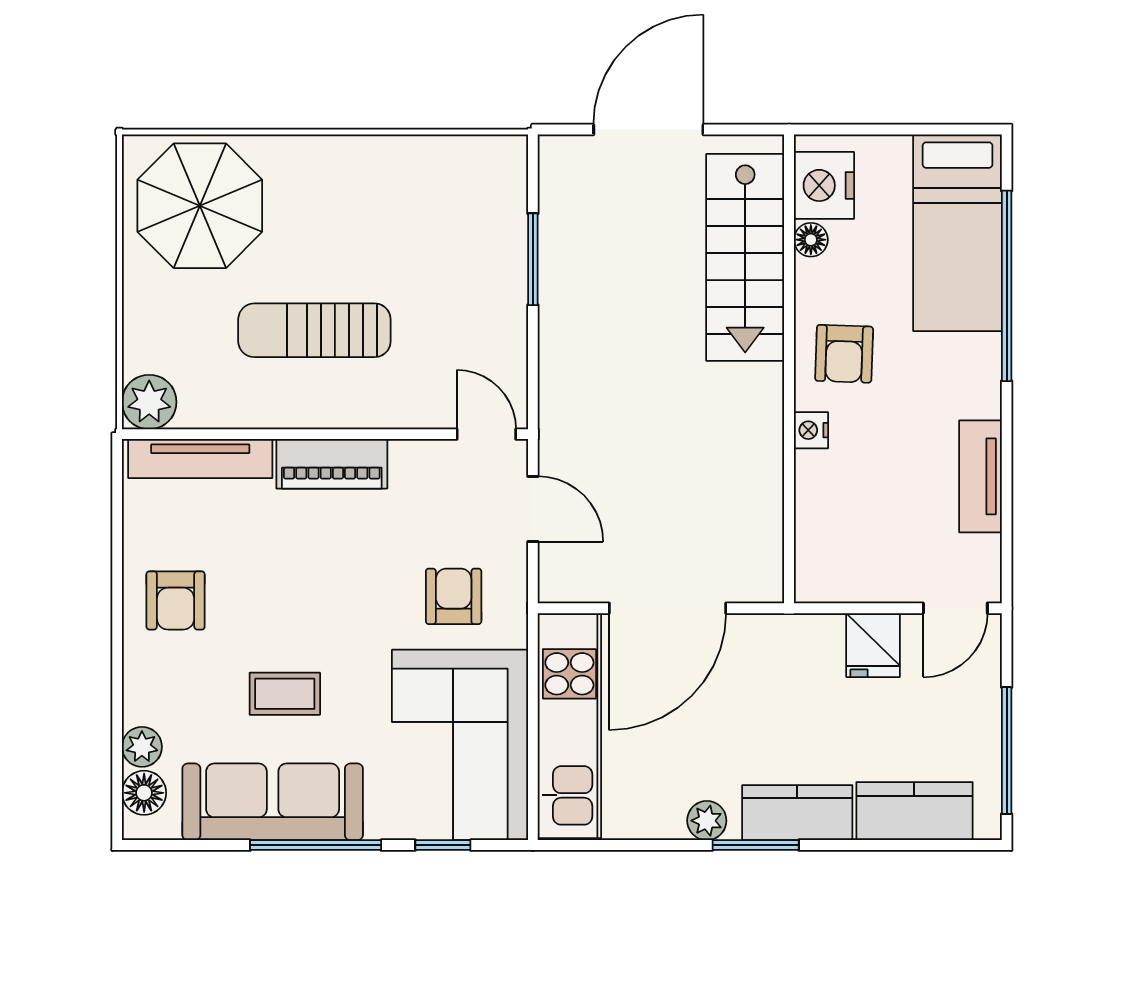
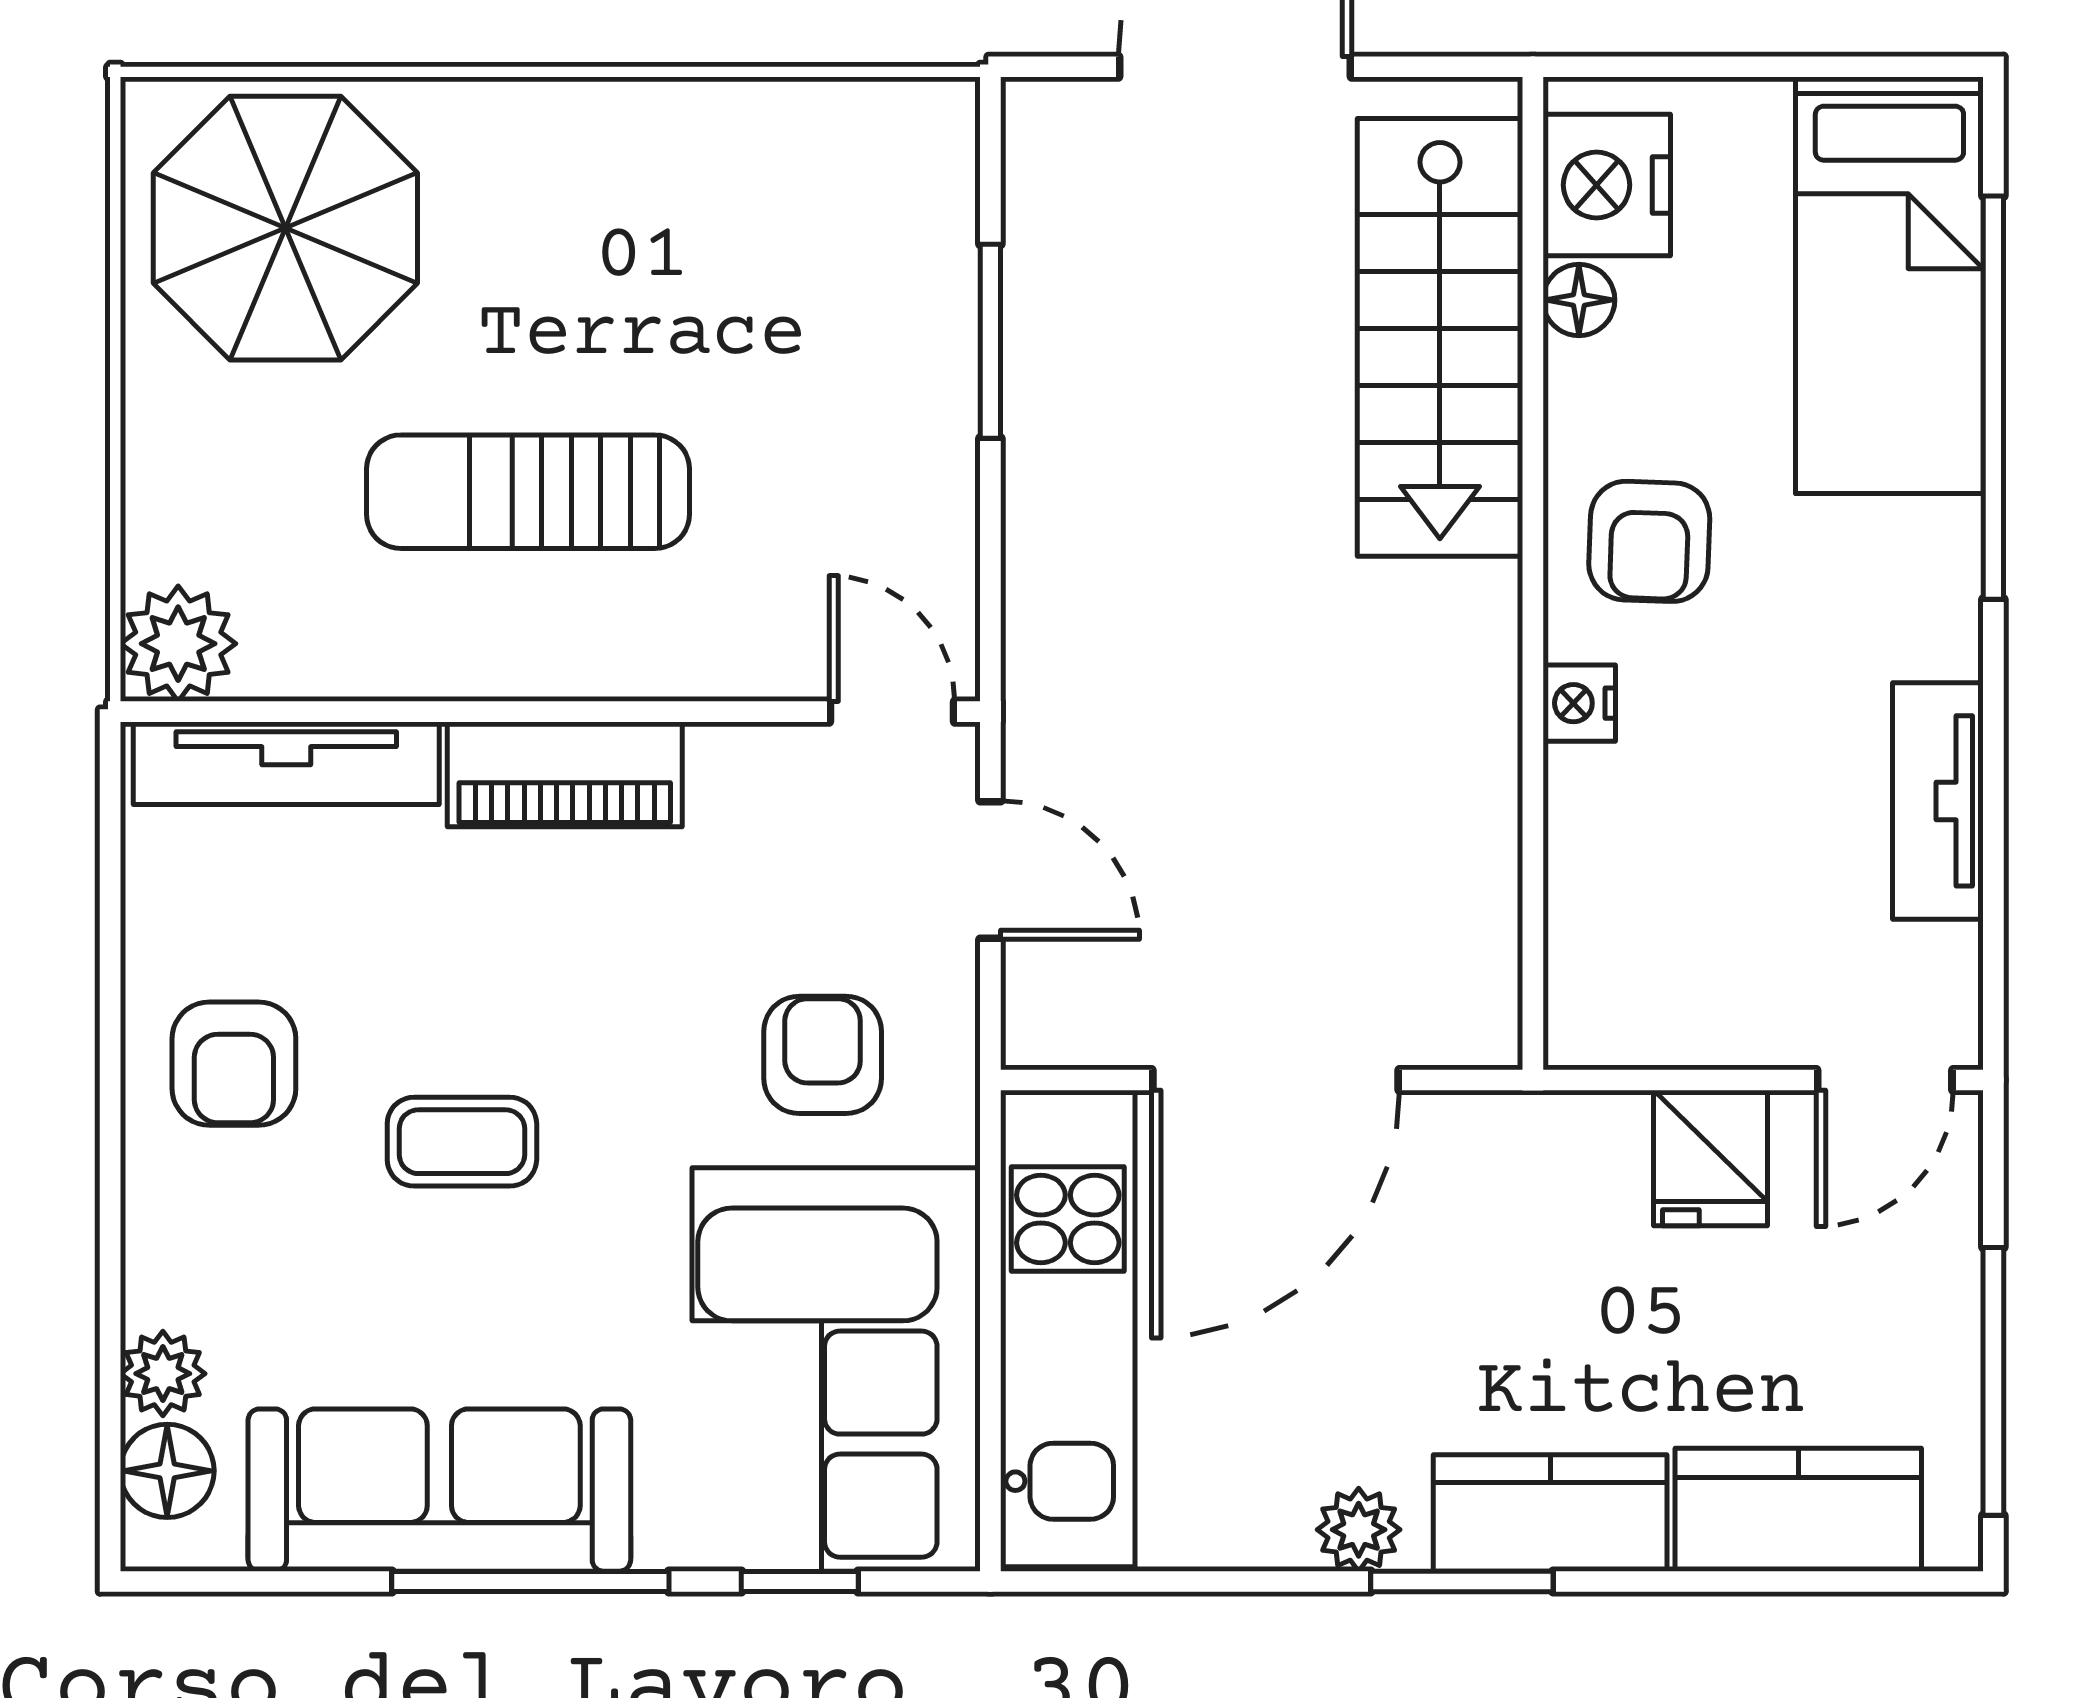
coffee table: (285, 694) -> (462, 1142), moved

